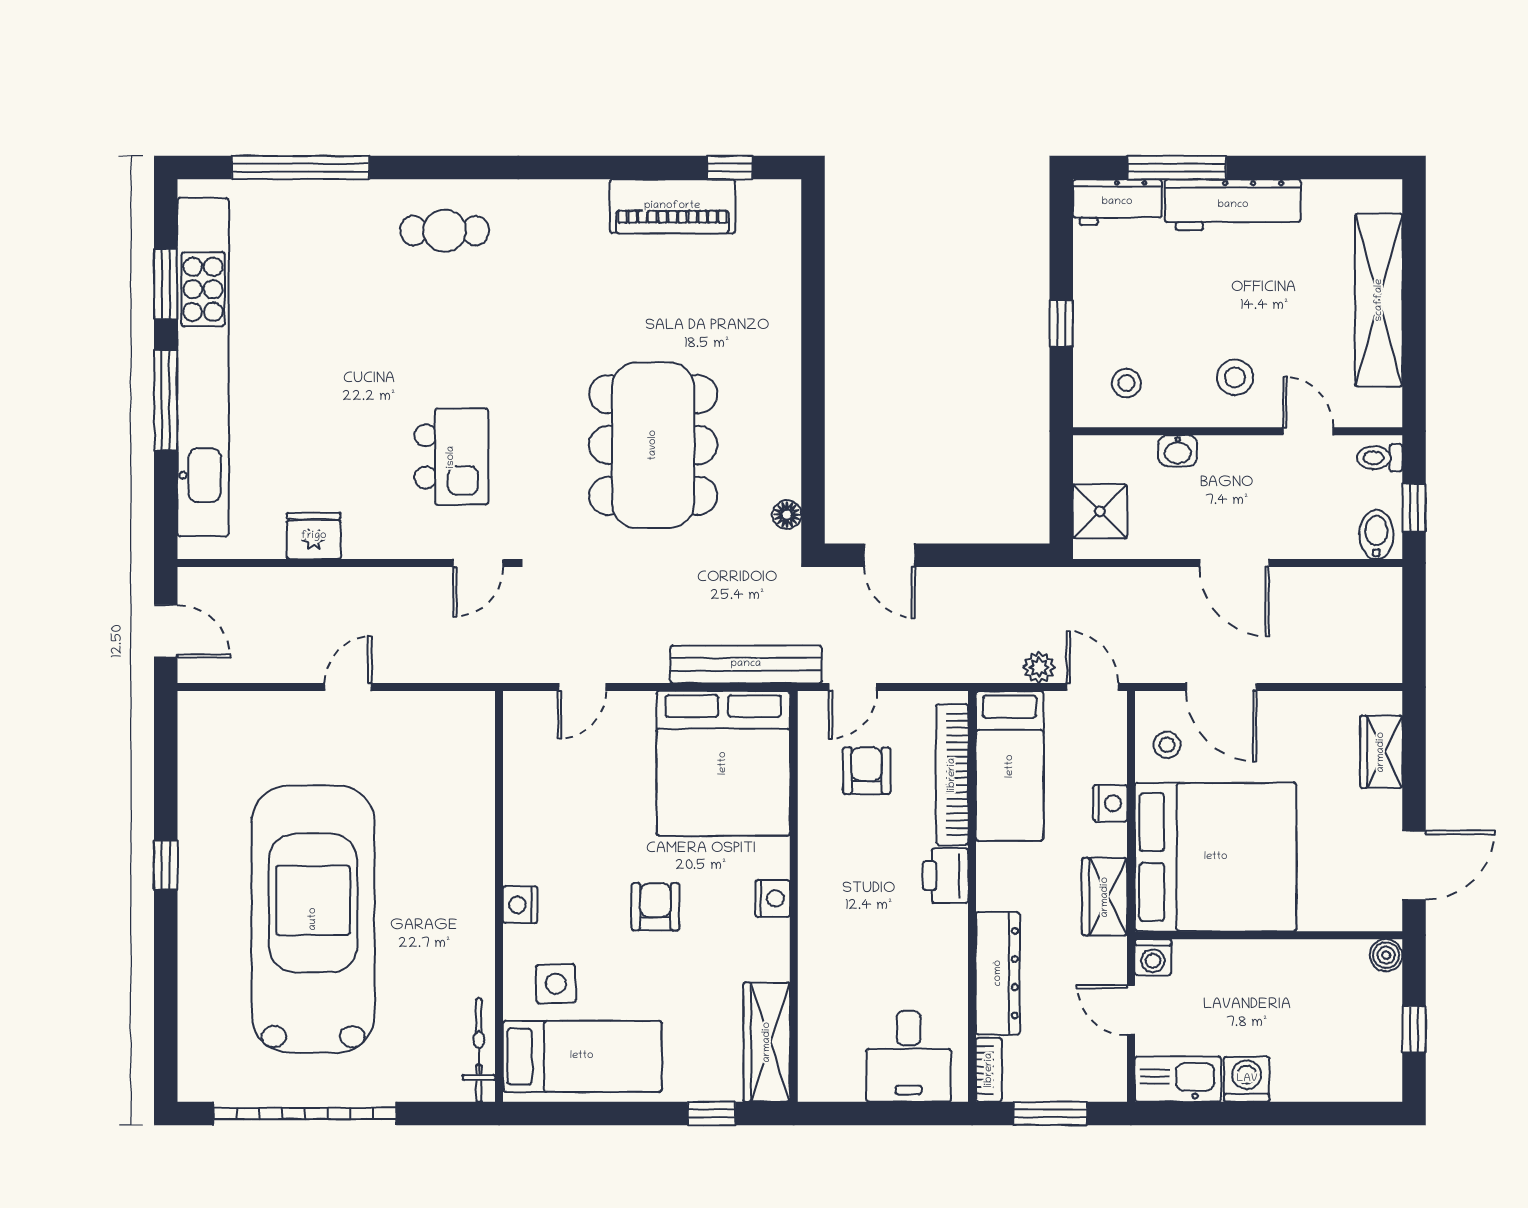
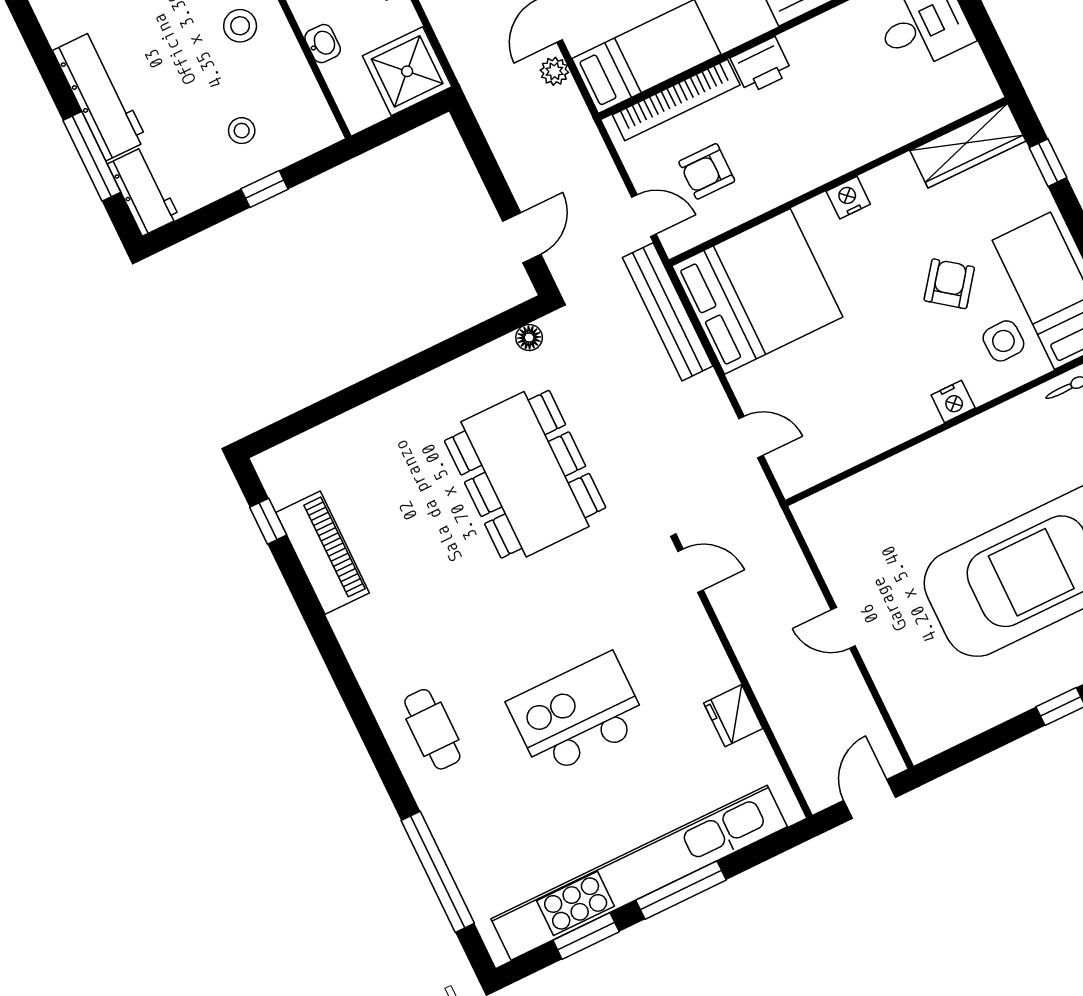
stool: (1126, 383) -> (242, 131), moved
dining table: (653, 445) -> (525, 474), turned 90
kitchen island: (451, 457) -> (577, 714), moved, width x1.37, depth x1.28
shower: (1100, 511) -> (407, 71), width x1.36, depth x1.36
armchair: (655, 907) -> (949, 284), moved, turned 127

